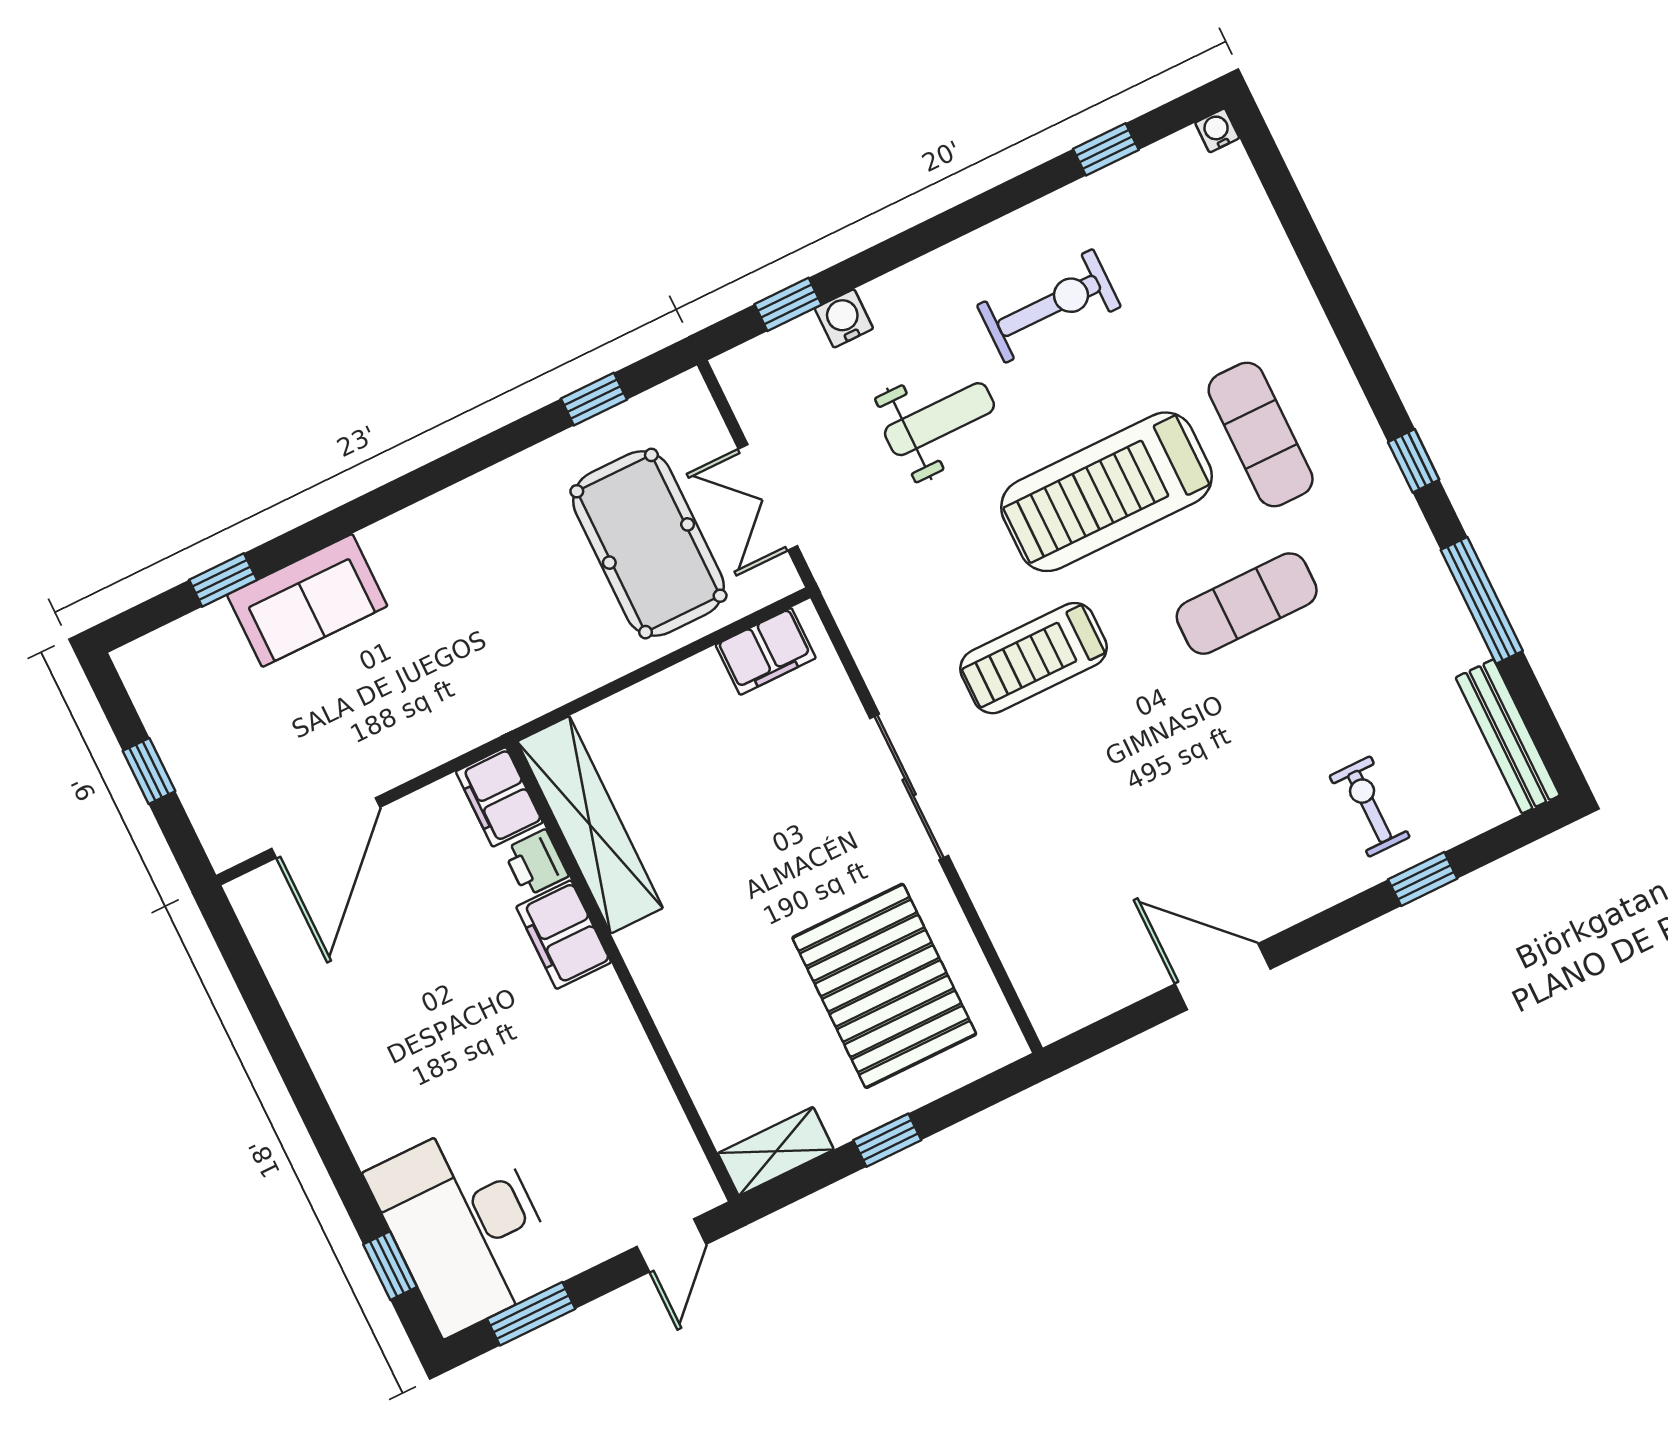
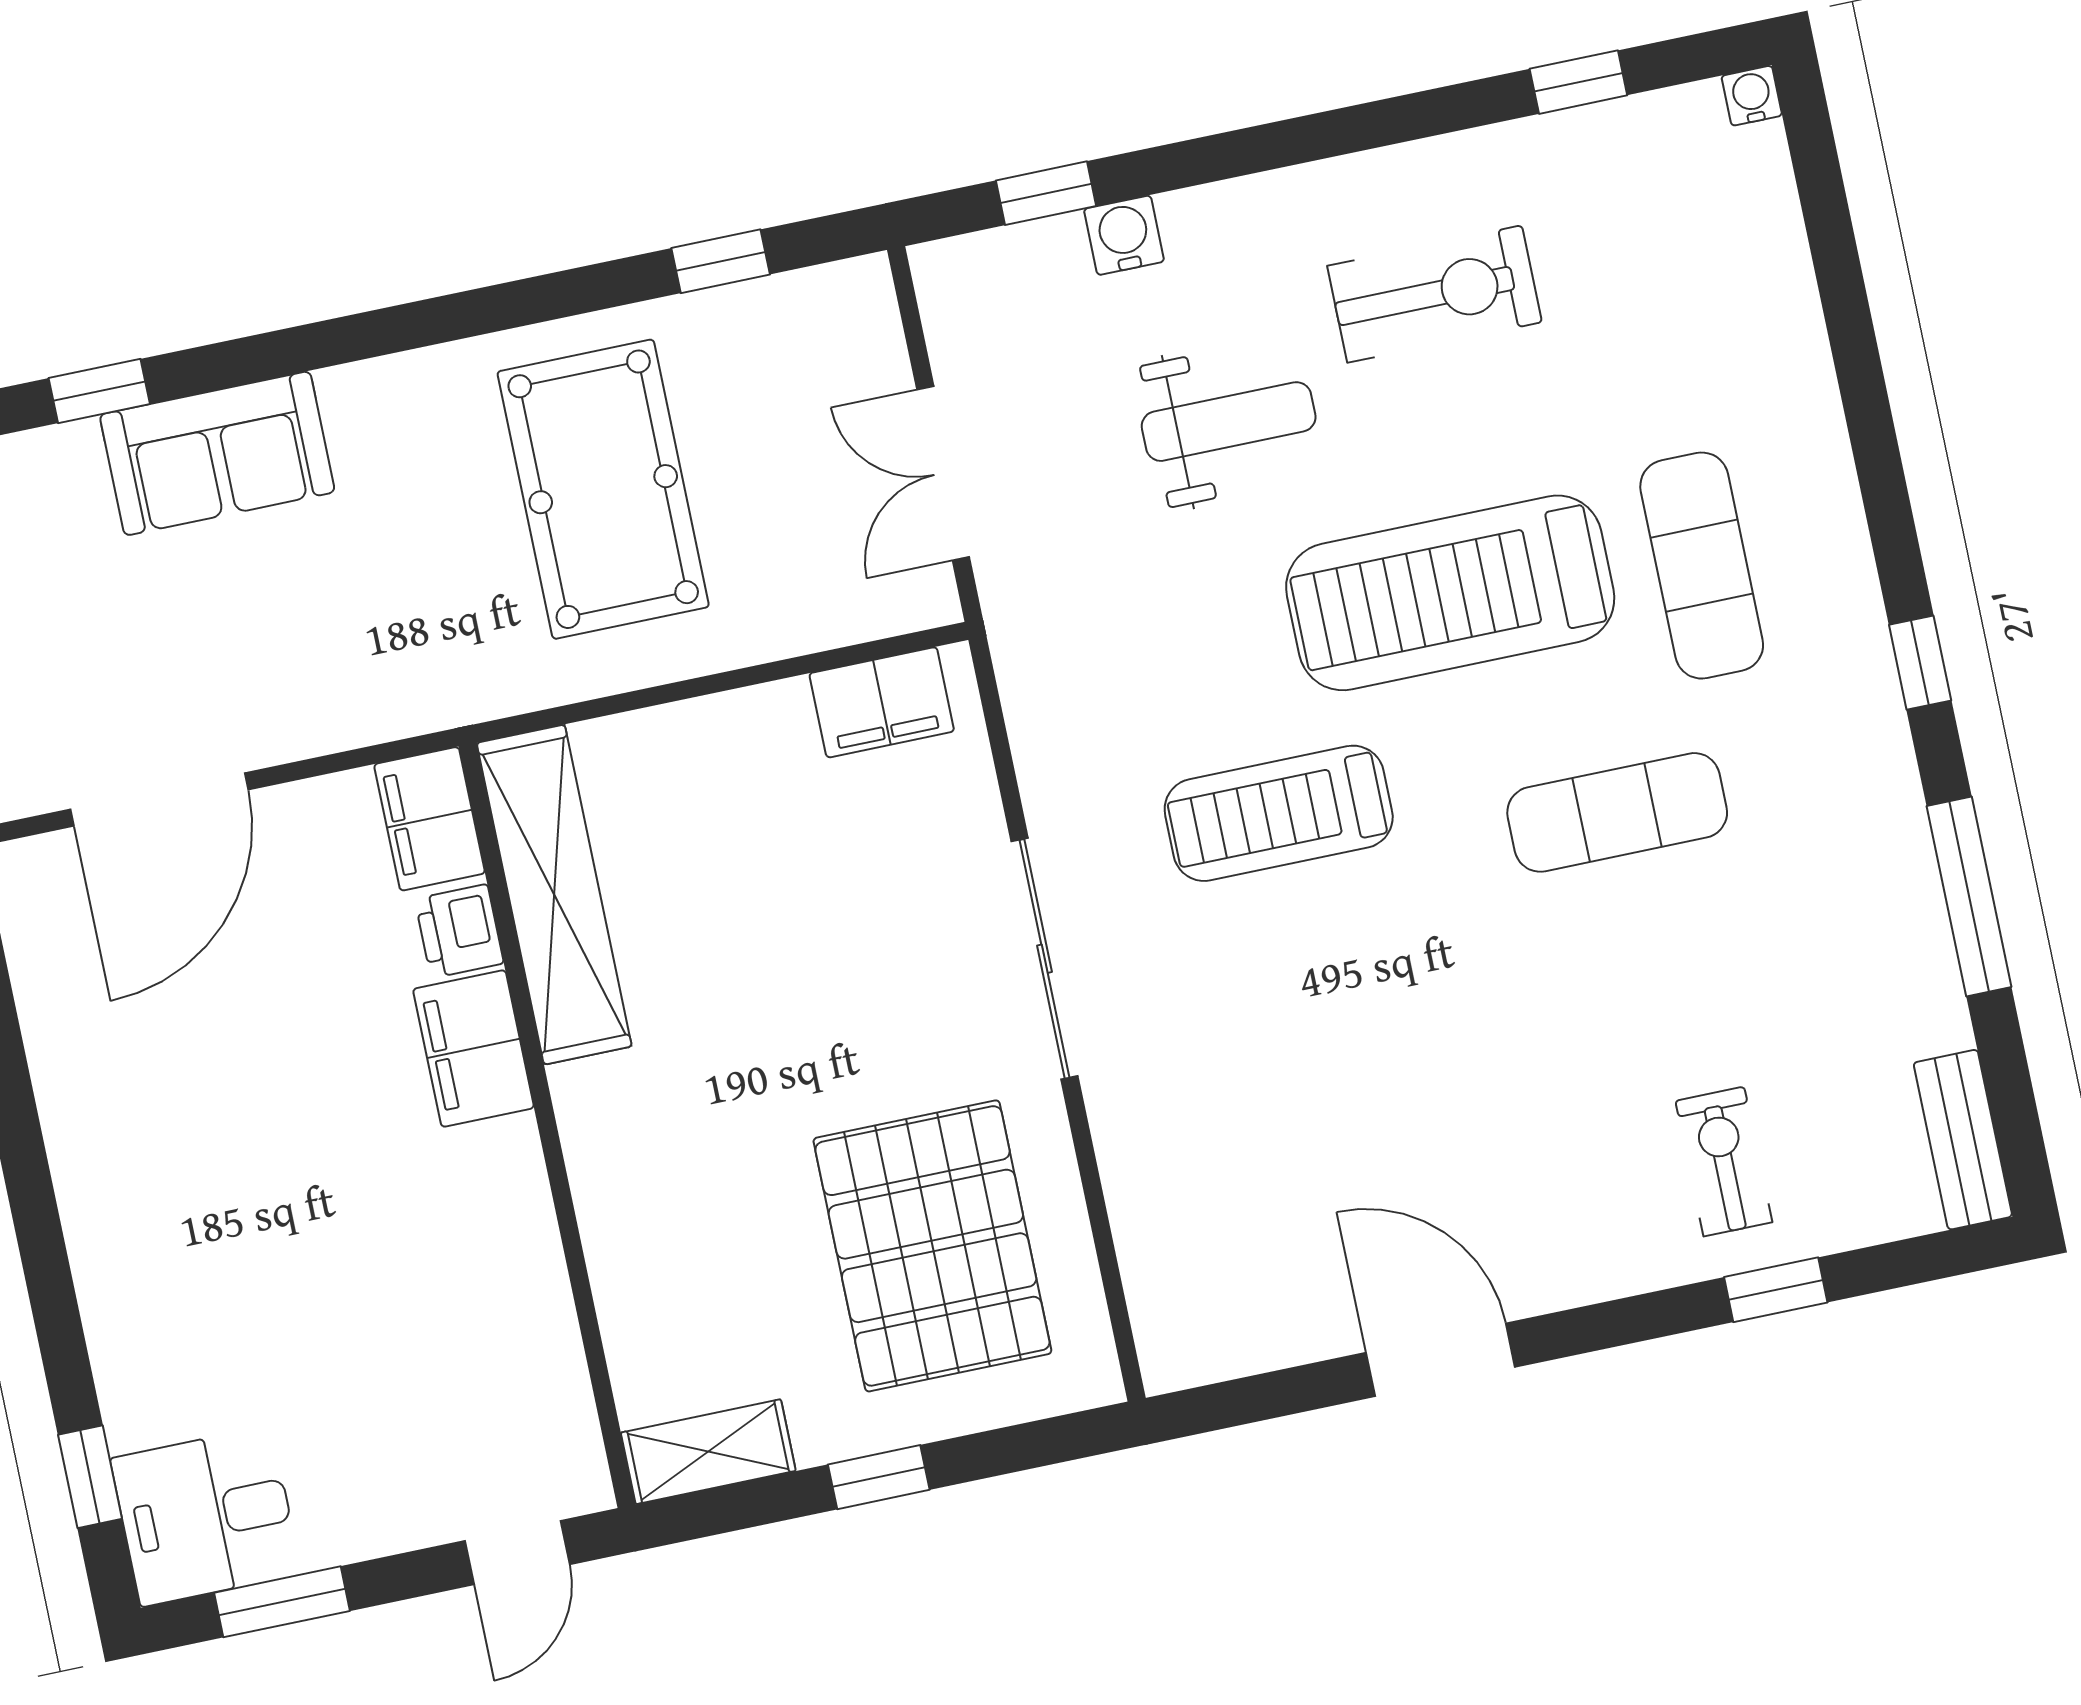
pool table: (648, 544) -> (603, 489), moved
bench: (1508, 736) -> (1963, 1140), width x0.73
desk: (465, 1226) -> (206, 1516), width x0.53, depth x0.77

